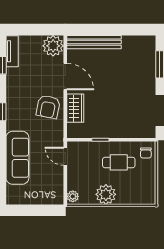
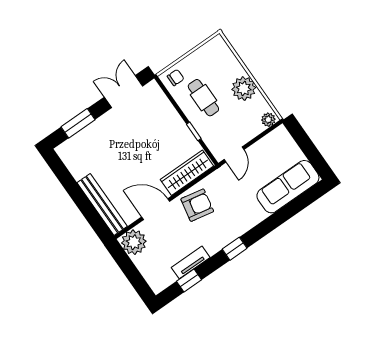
tv unit: (12, 51) -> (191, 262), moved
door: (65, 76) -> (156, 209), hinge flipped
wardrobe: (75, 108) -> (187, 173), width x1.50
sofa: (17, 158) -> (288, 187), moved

